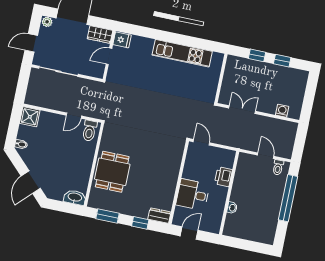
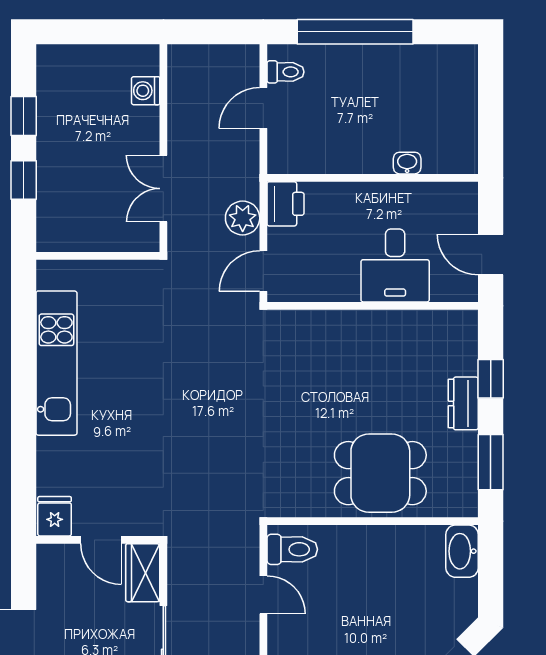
wardrobe: (100, 35) -> (143, 573), moved, turned 180
plant: (224, 138) -> (243, 218), added
printer: (223, 177) -> (285, 204), moved, turned -90
dresser: (159, 216) -> (463, 403), moved

